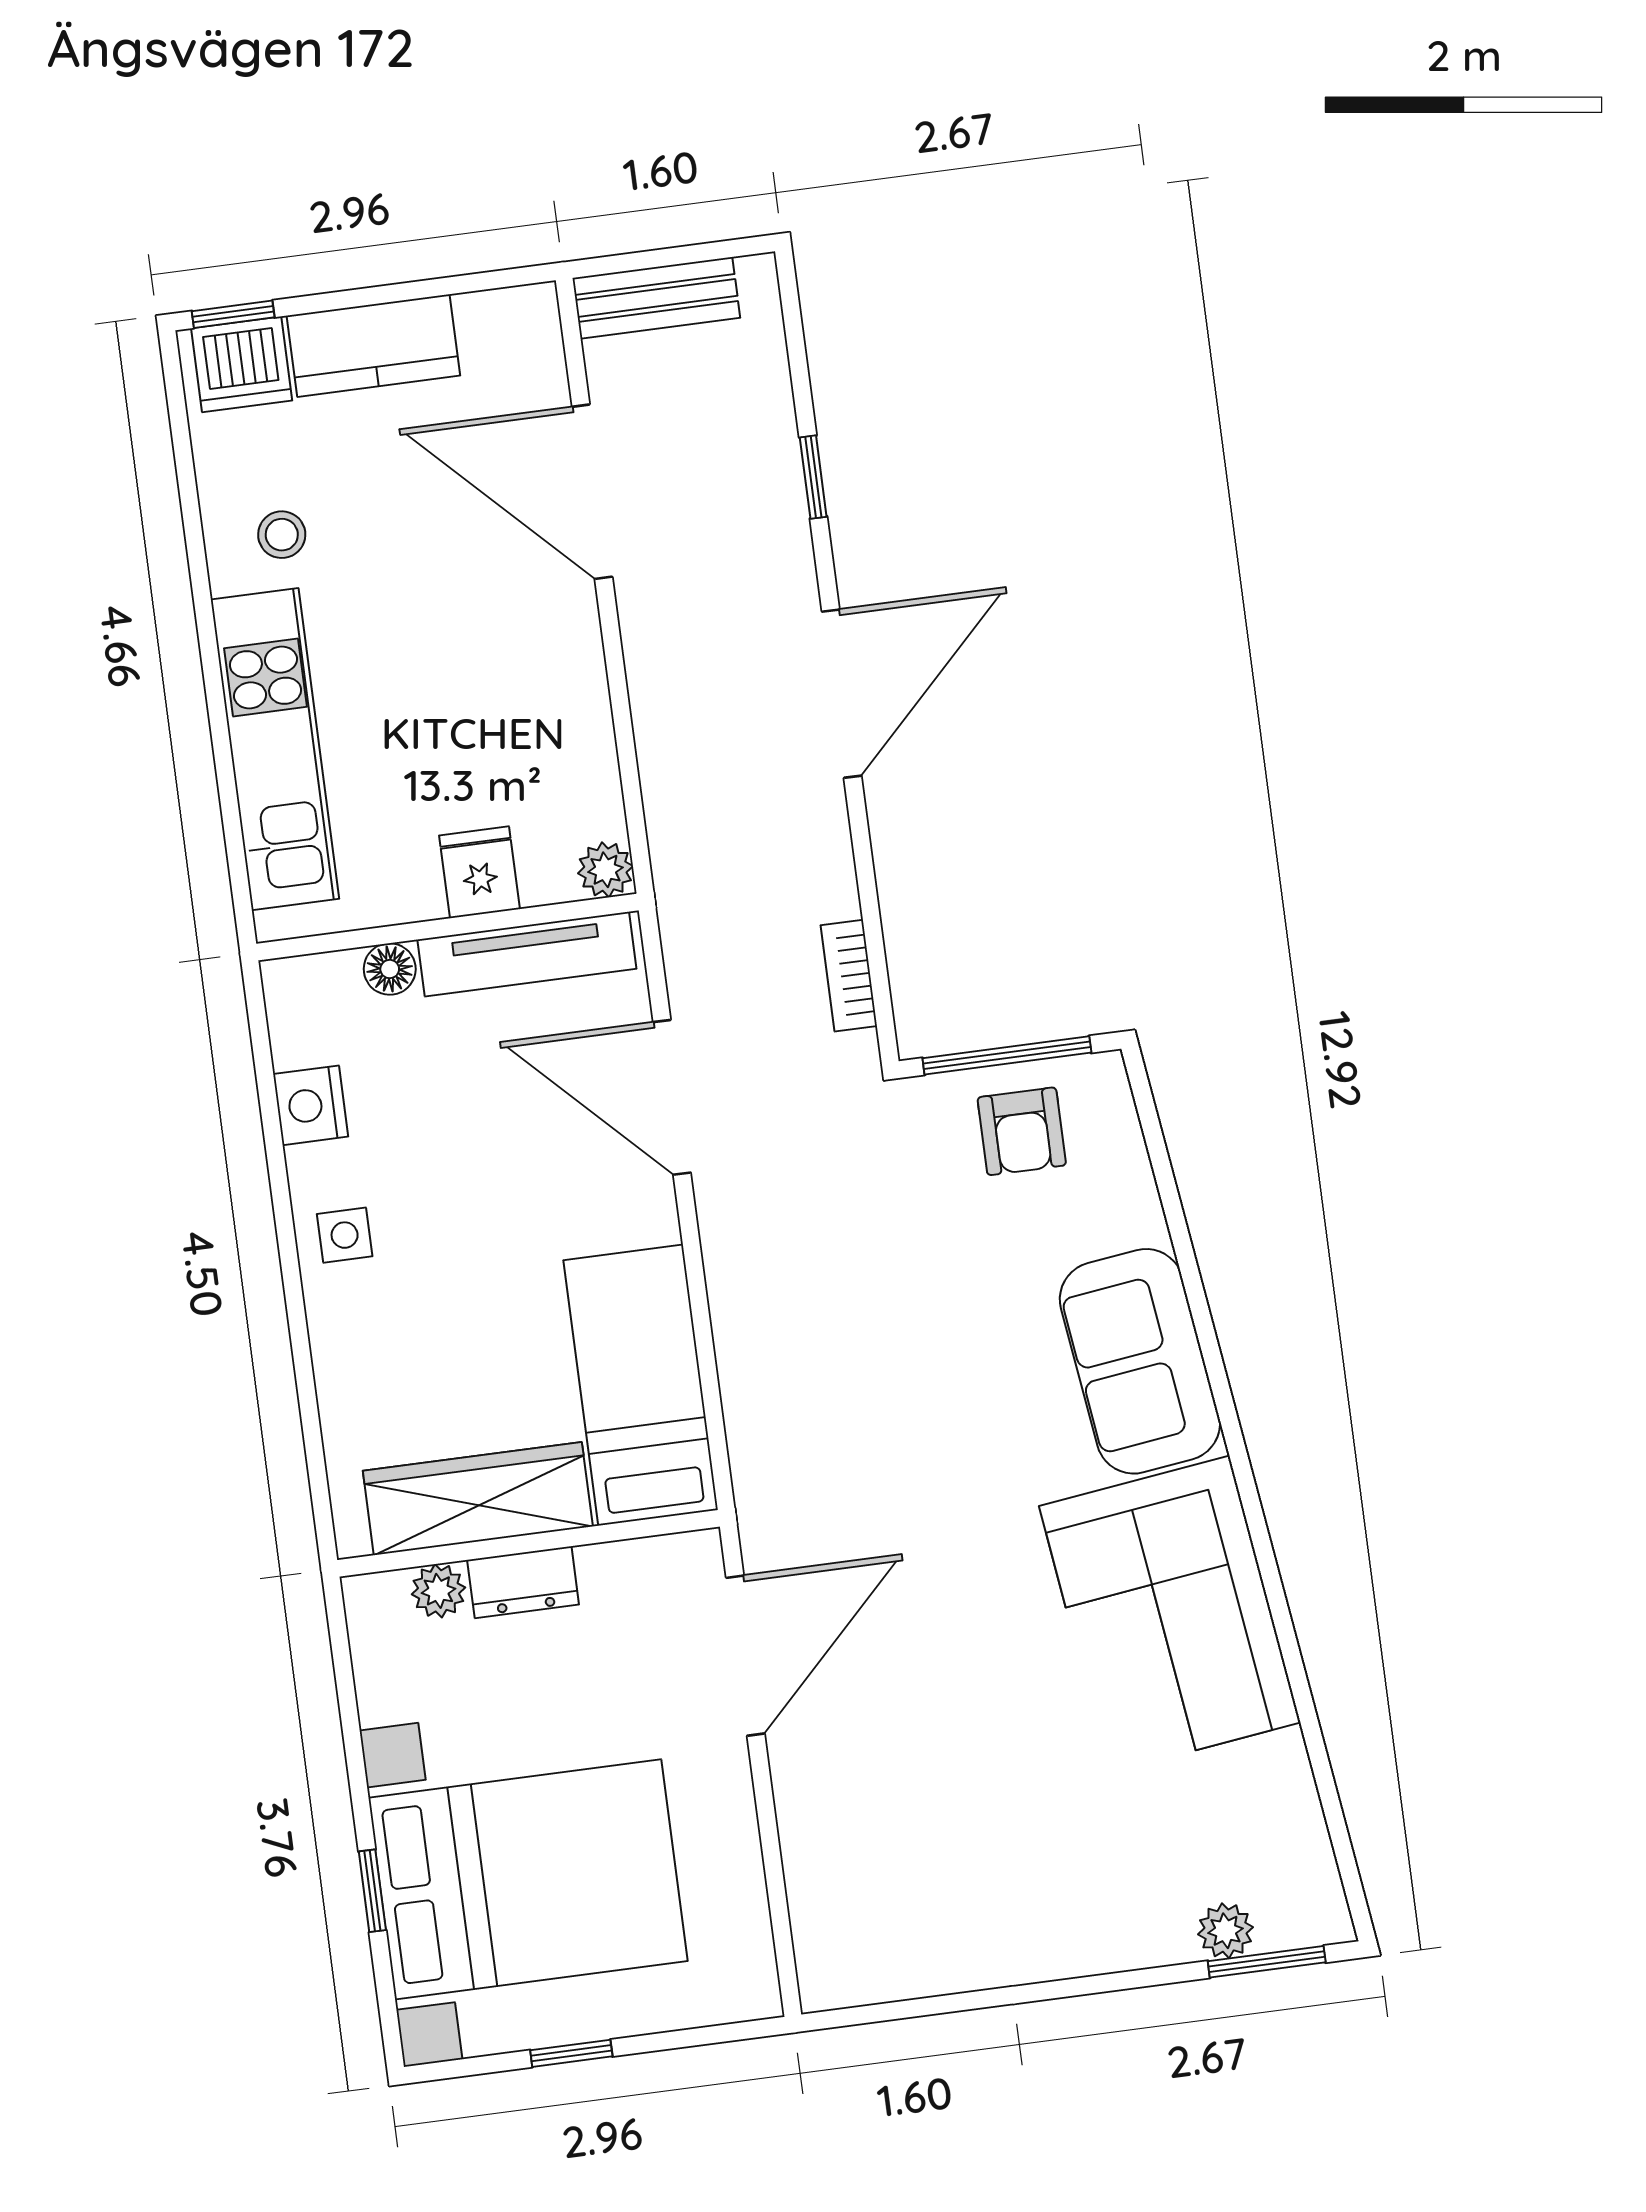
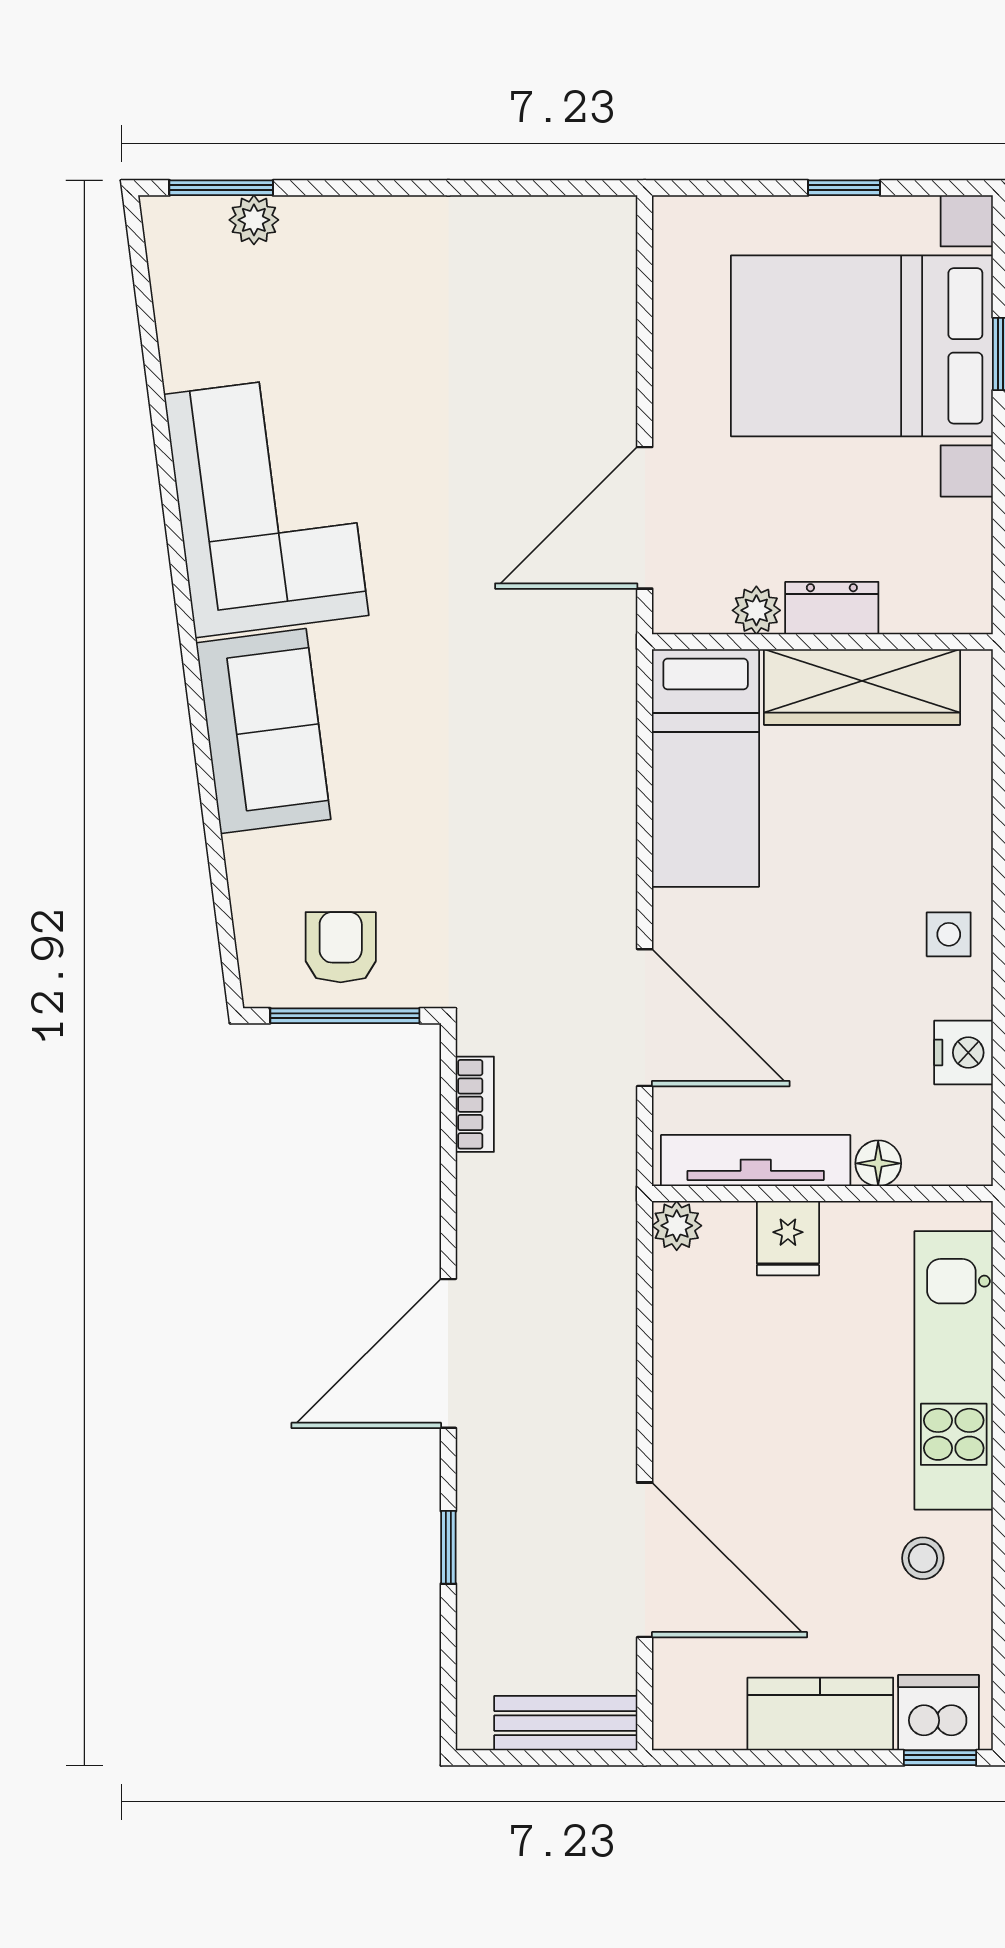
plant: (438, 1591) -> (756, 610), moved

